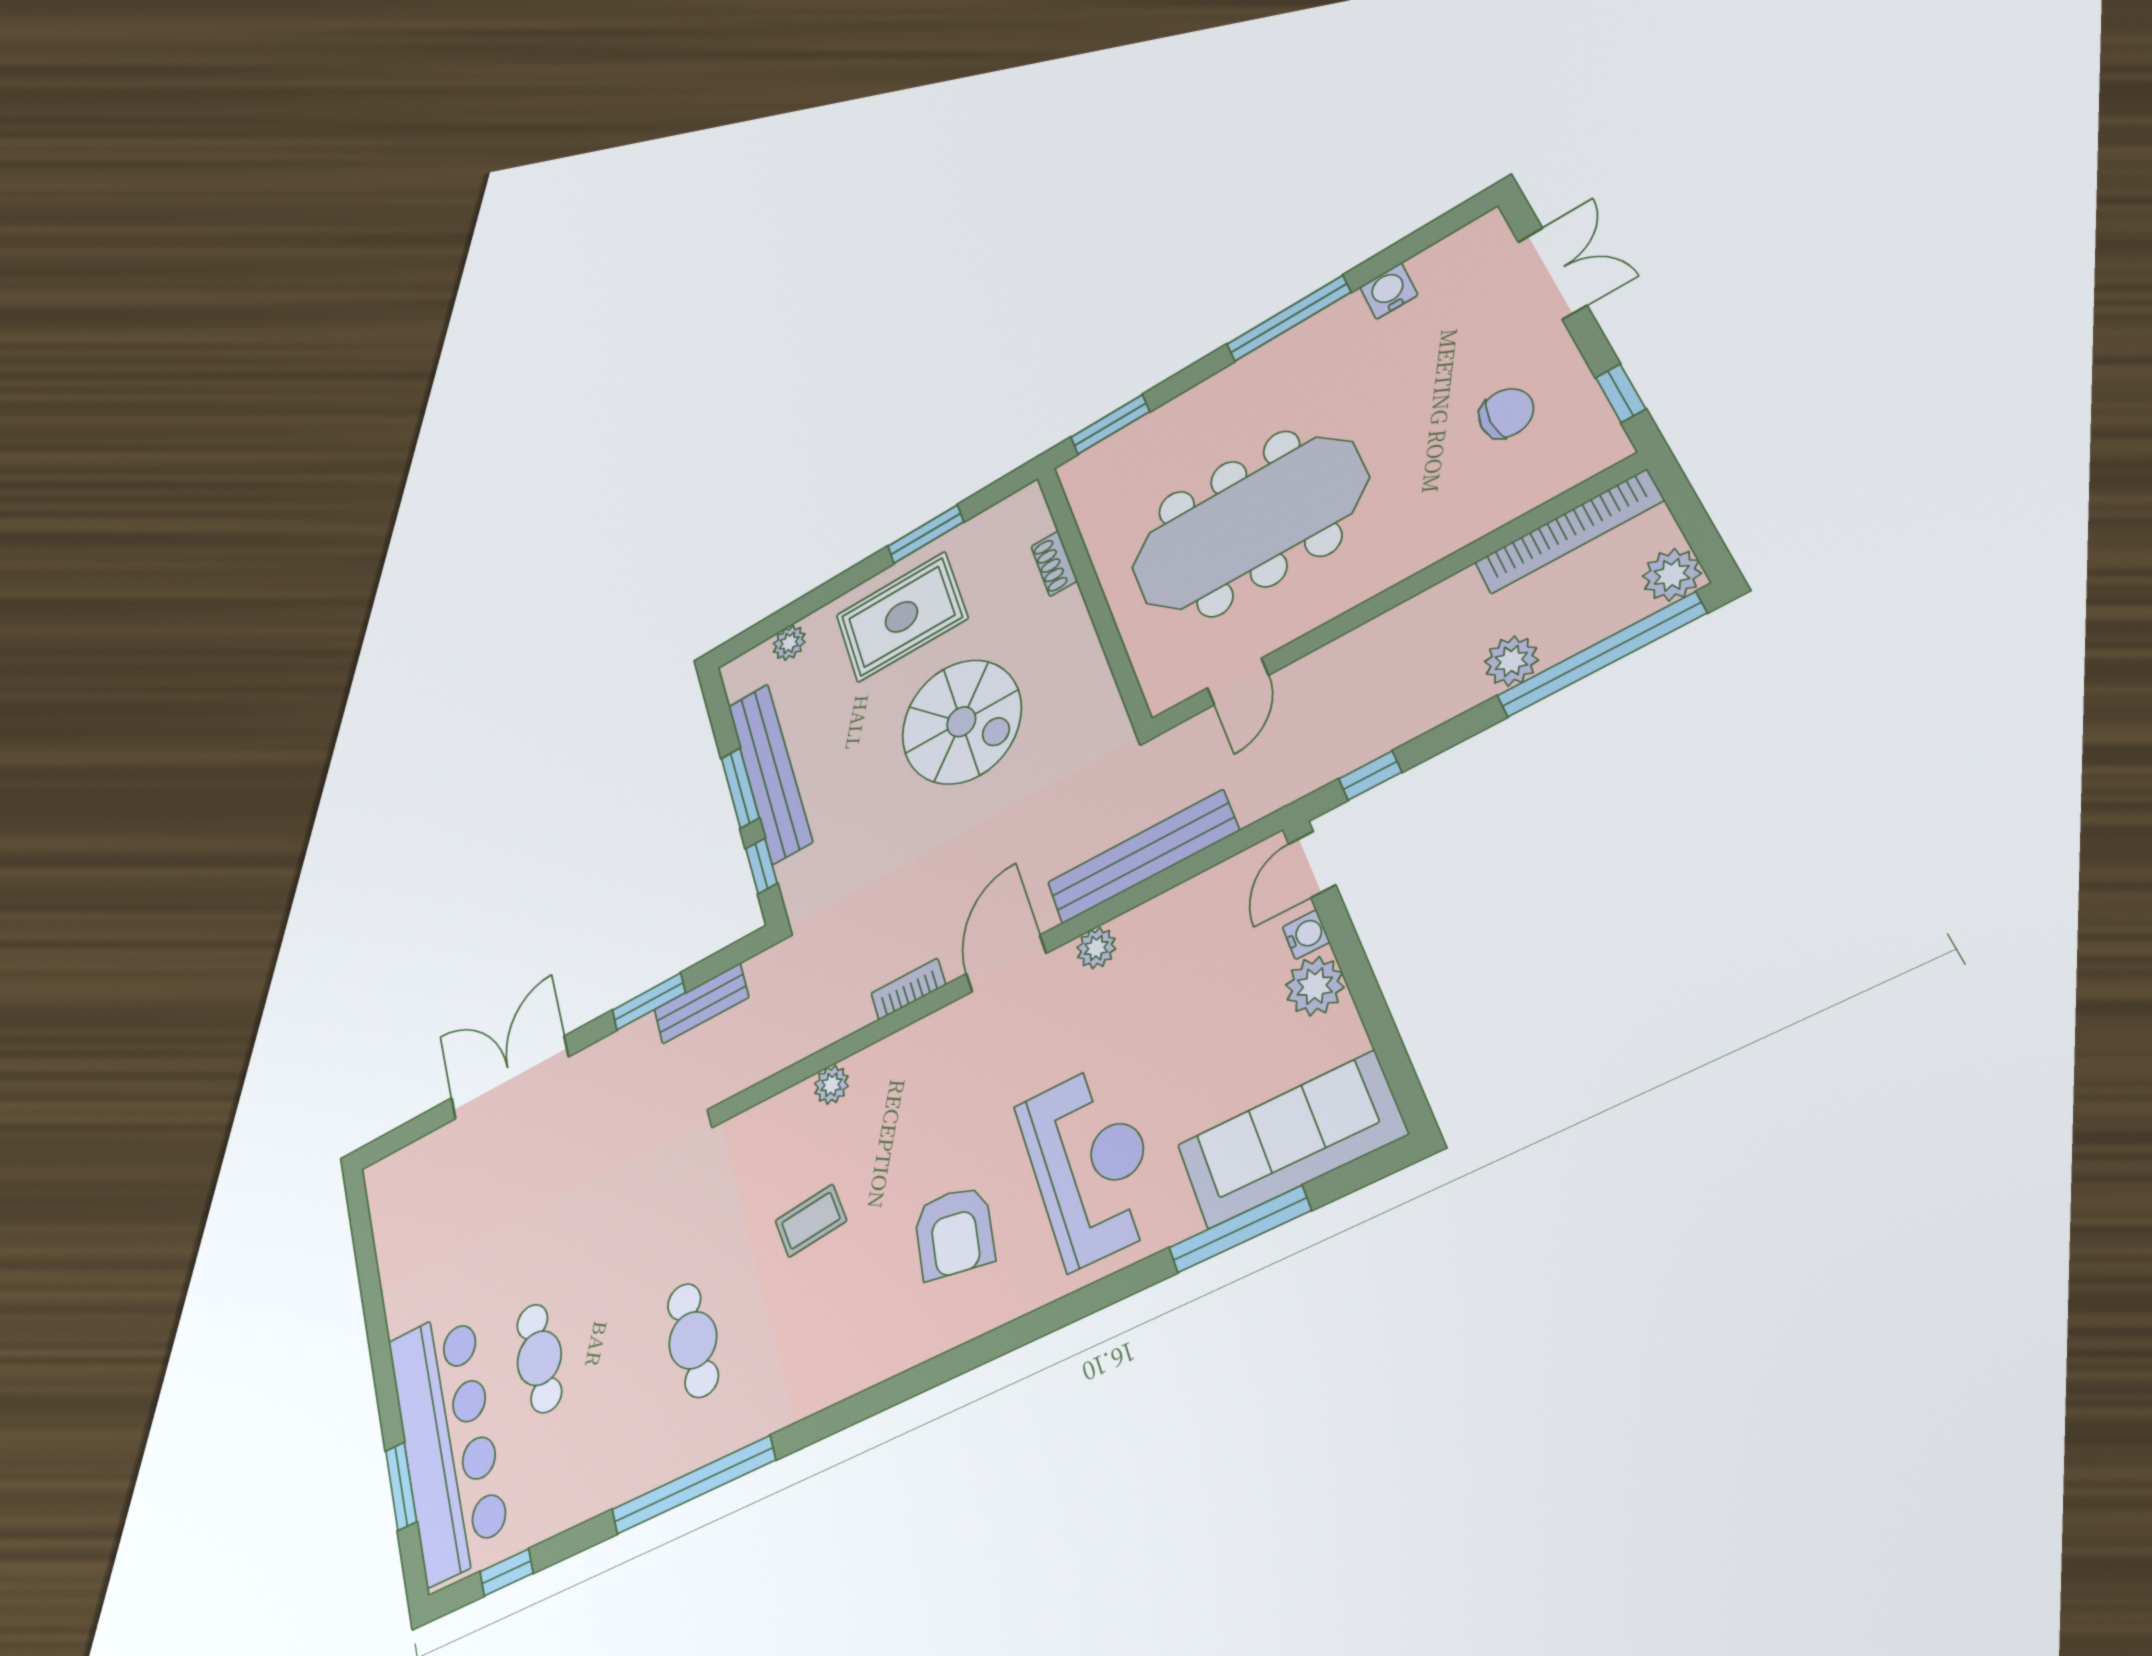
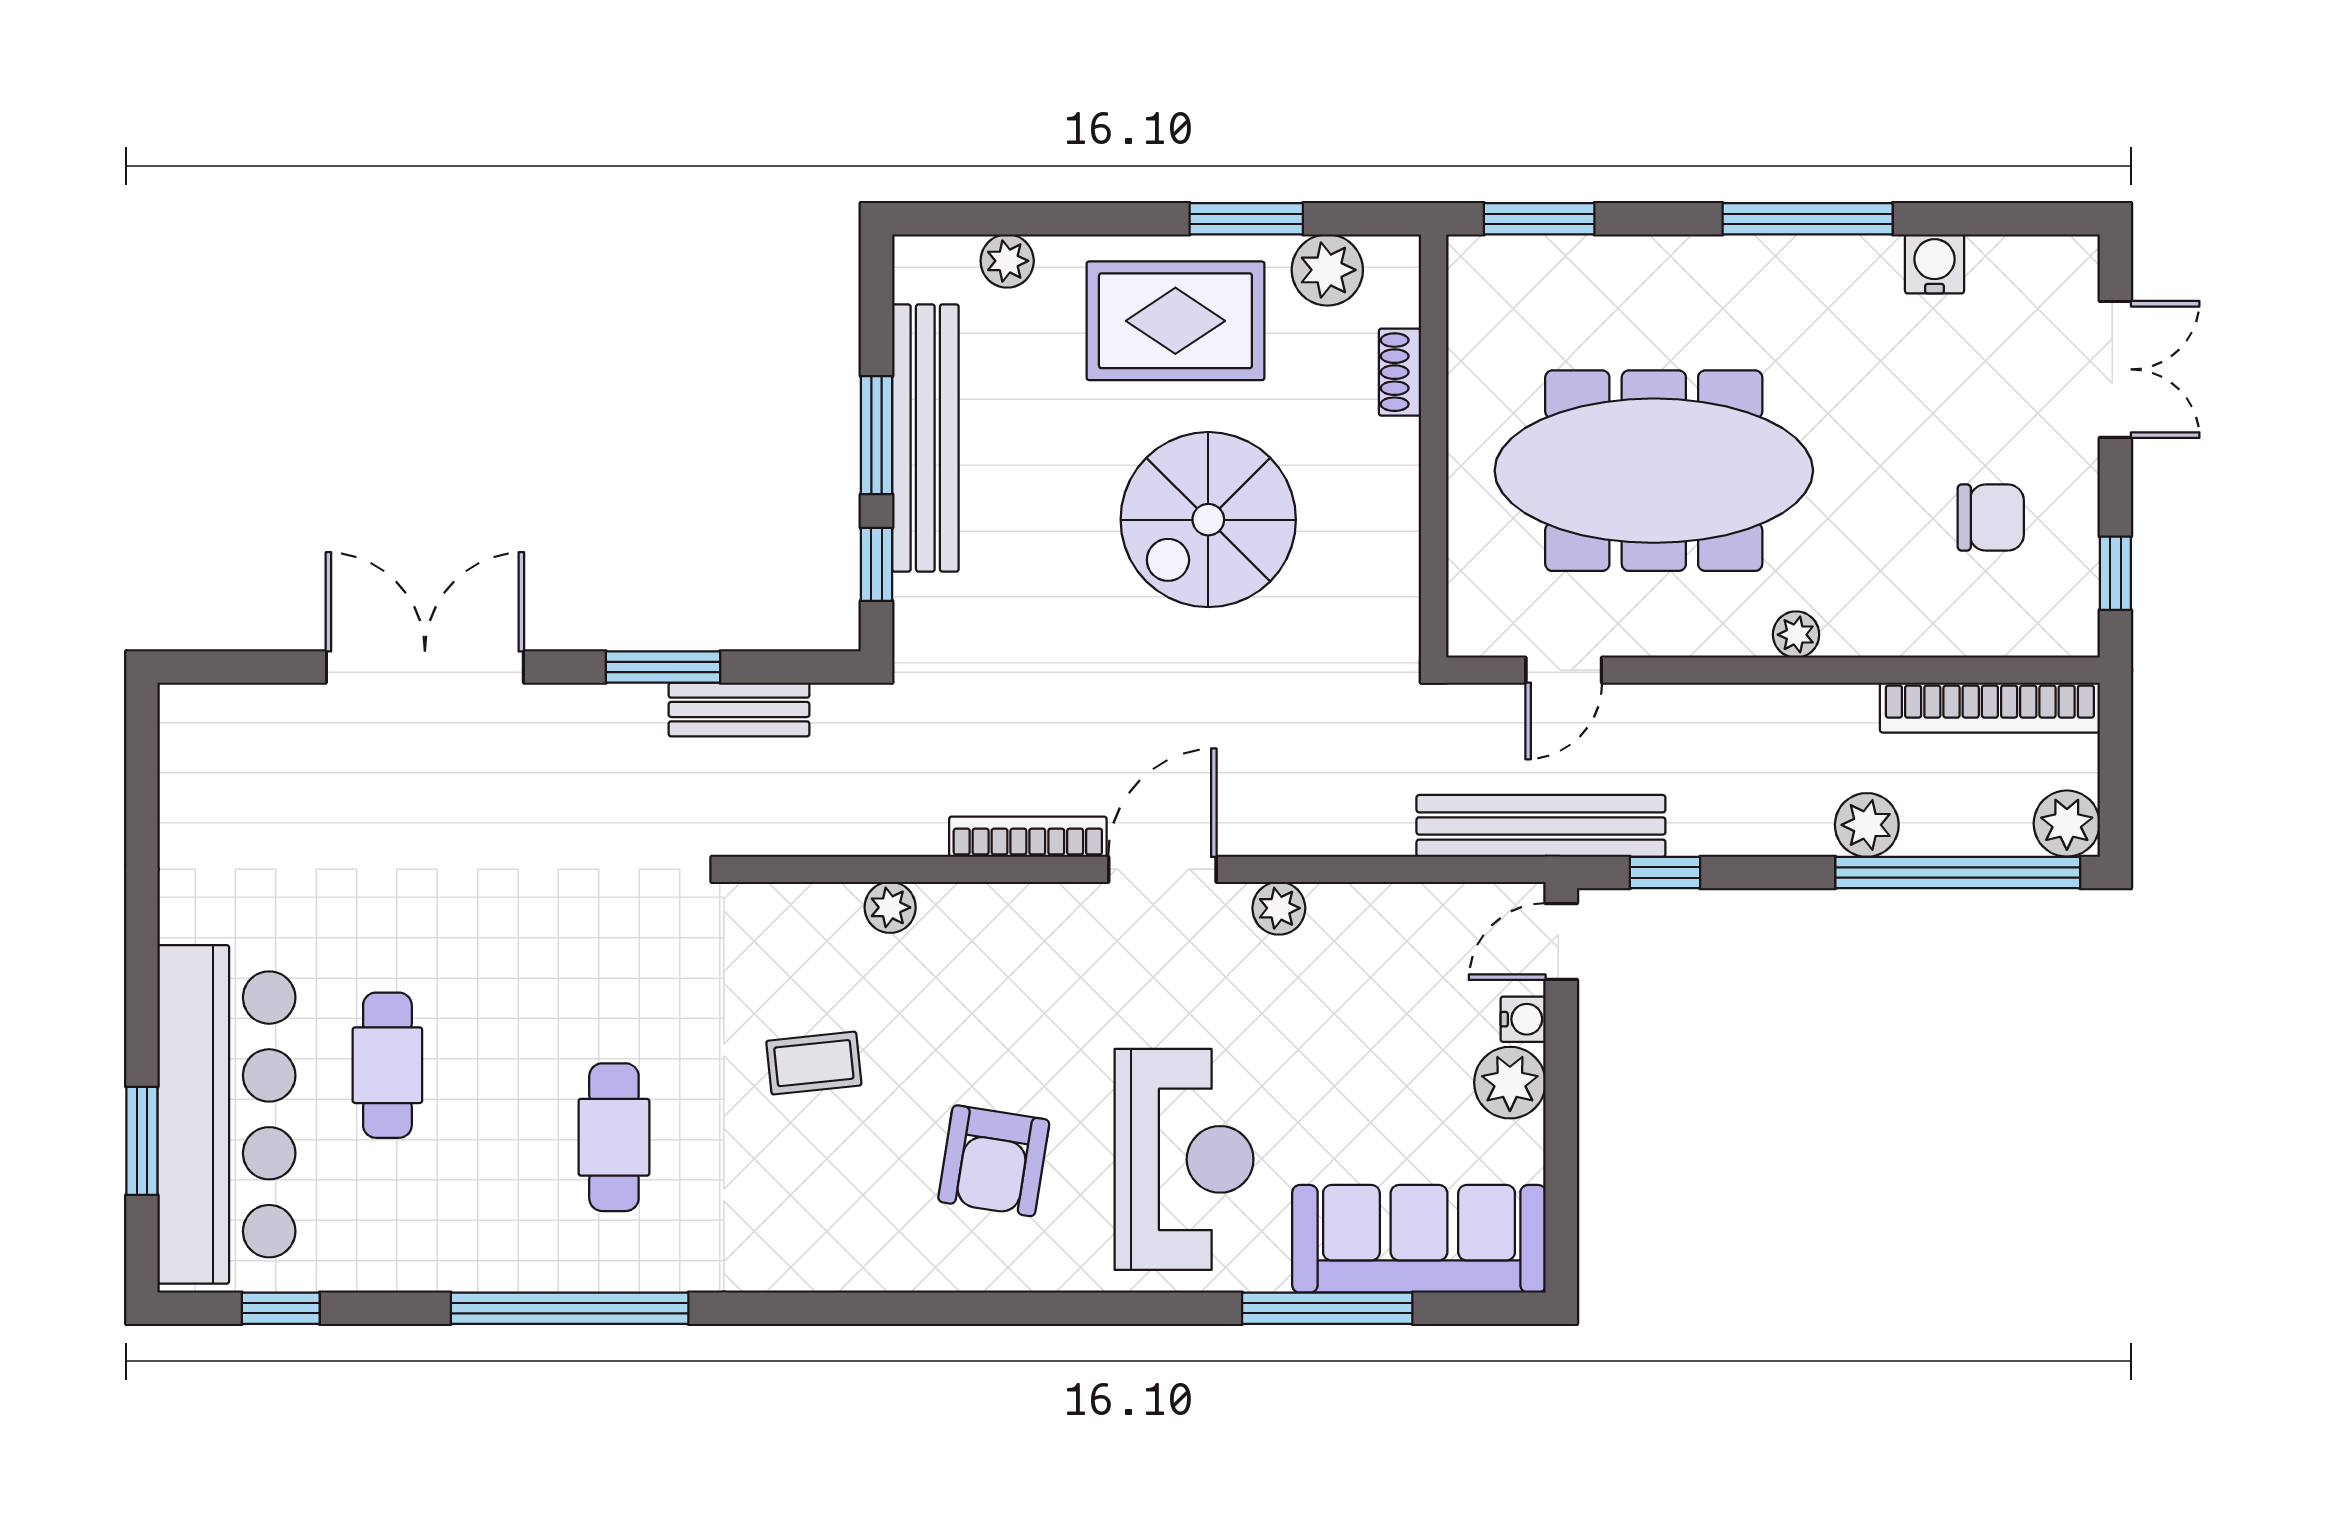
plant: (986, 533) -> (1327, 270), added
plant: (1397, 566) -> (1796, 635), added
spiral stairs: (961, 722) -> (1208, 520), turned 90
bench: (1142, 857) -> (1541, 826), moved
bookcase: (908, 989) -> (1028, 837), width x1.56

